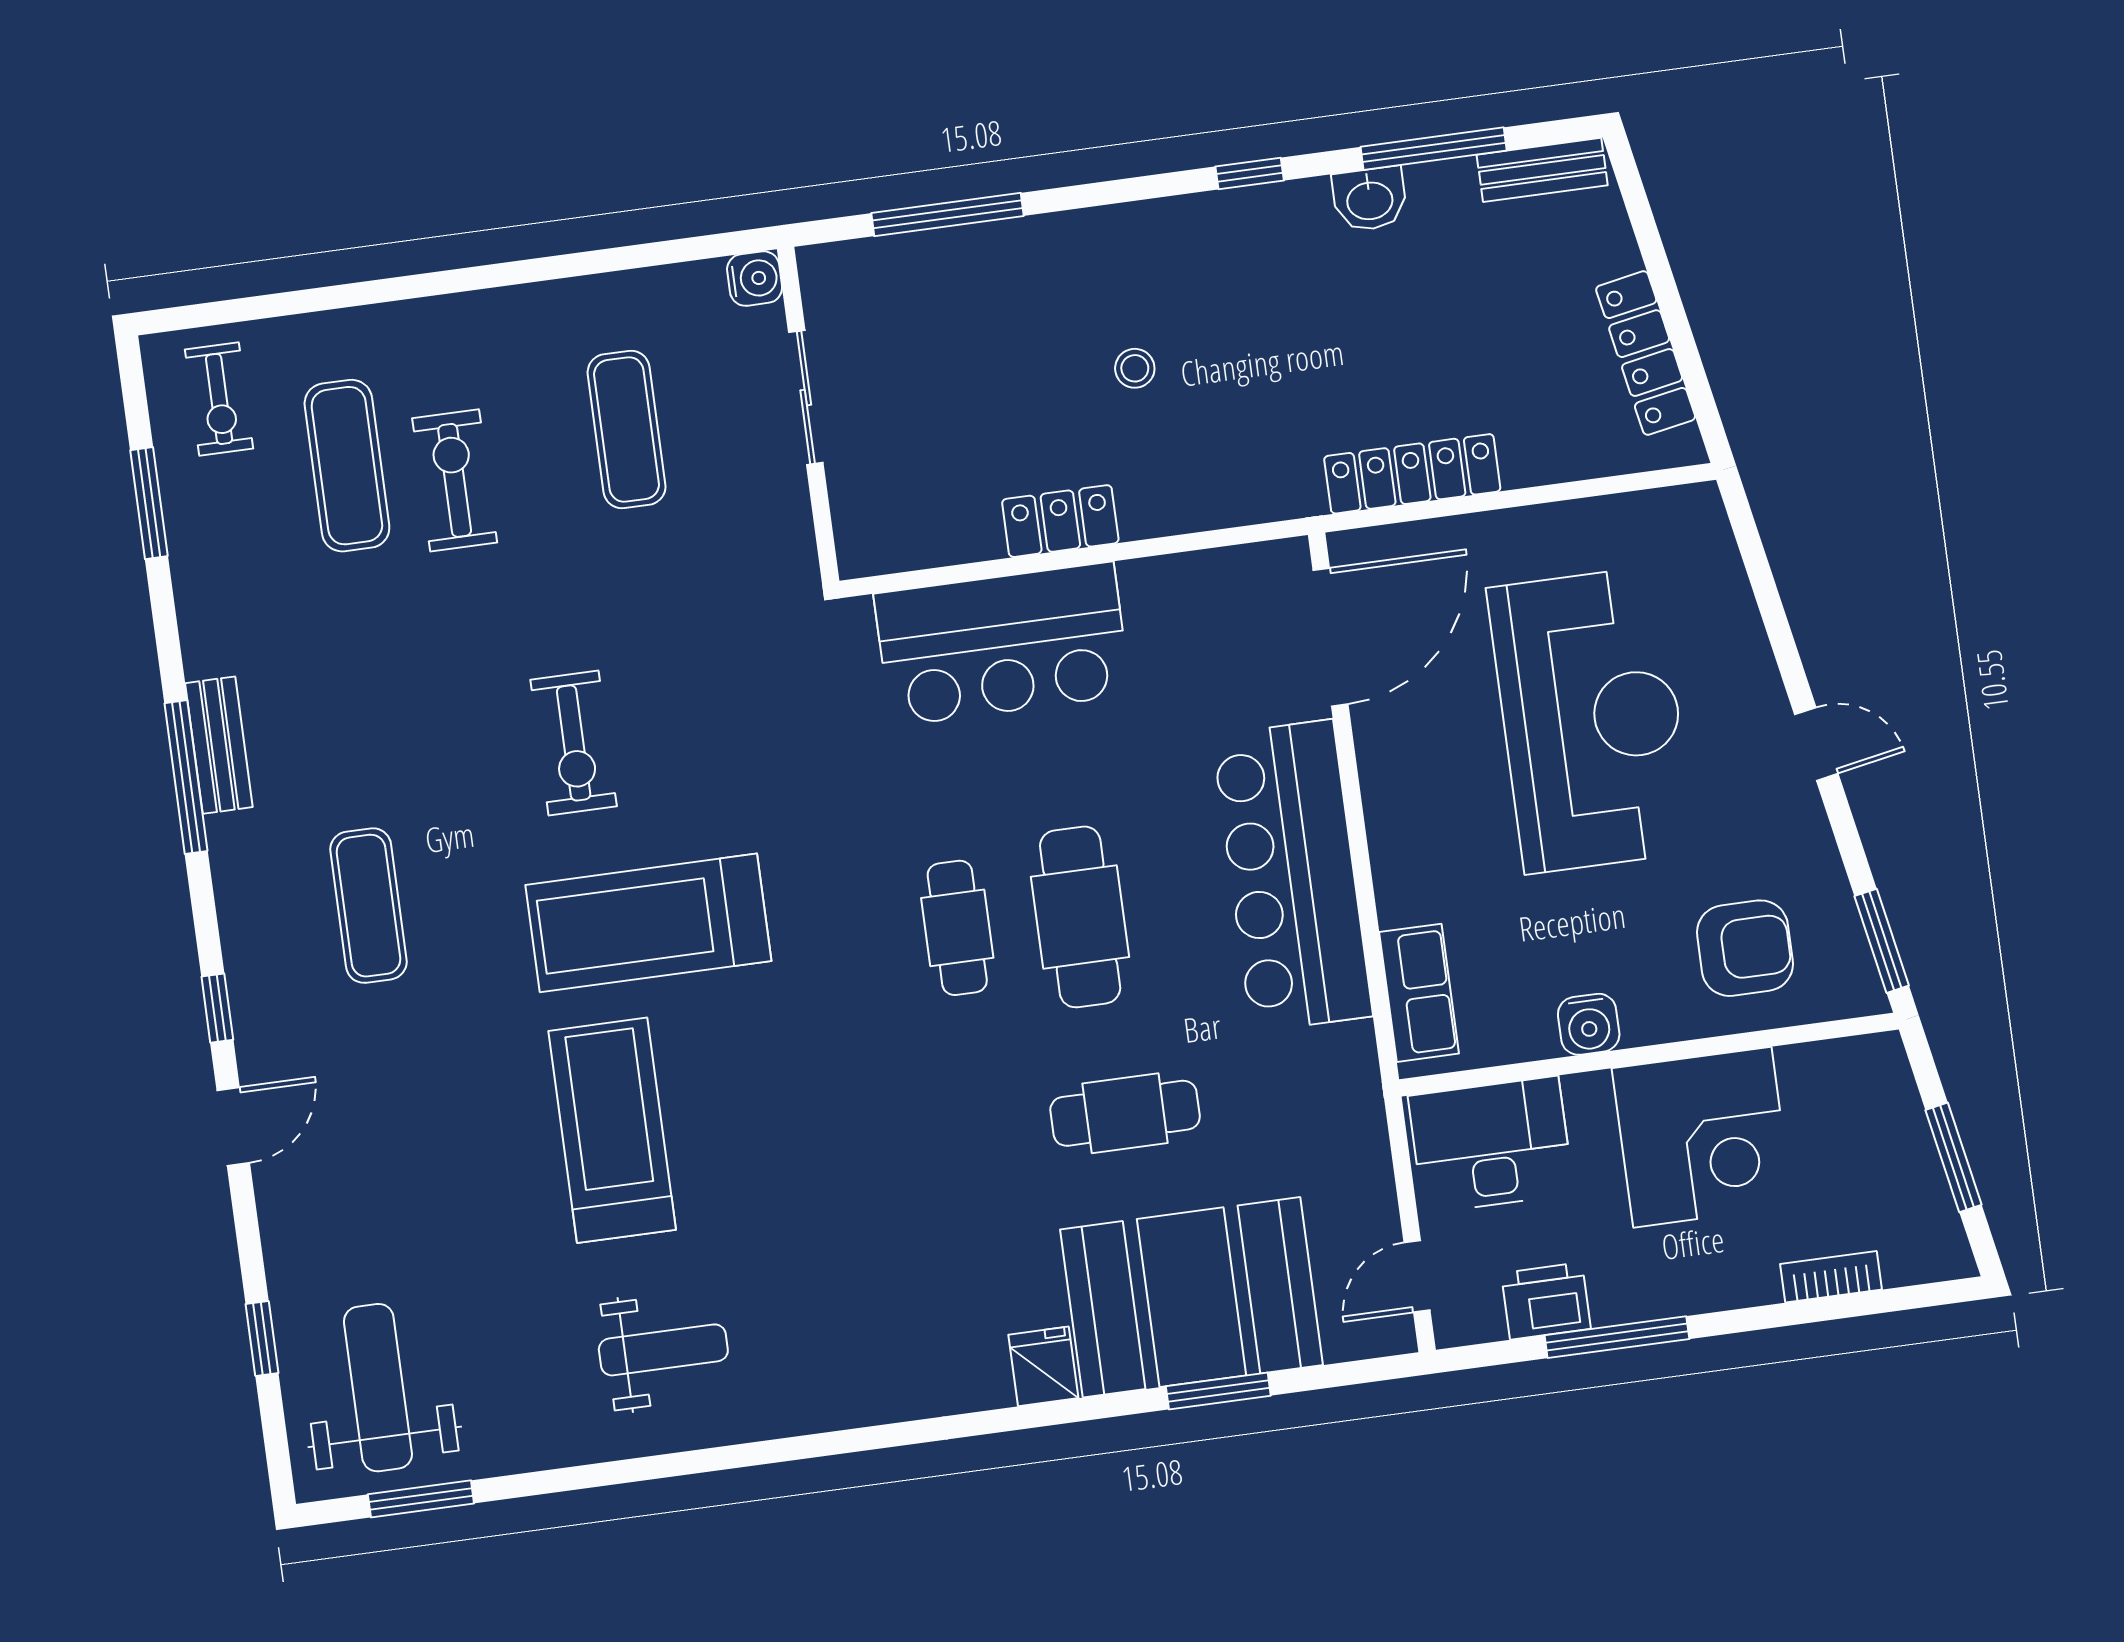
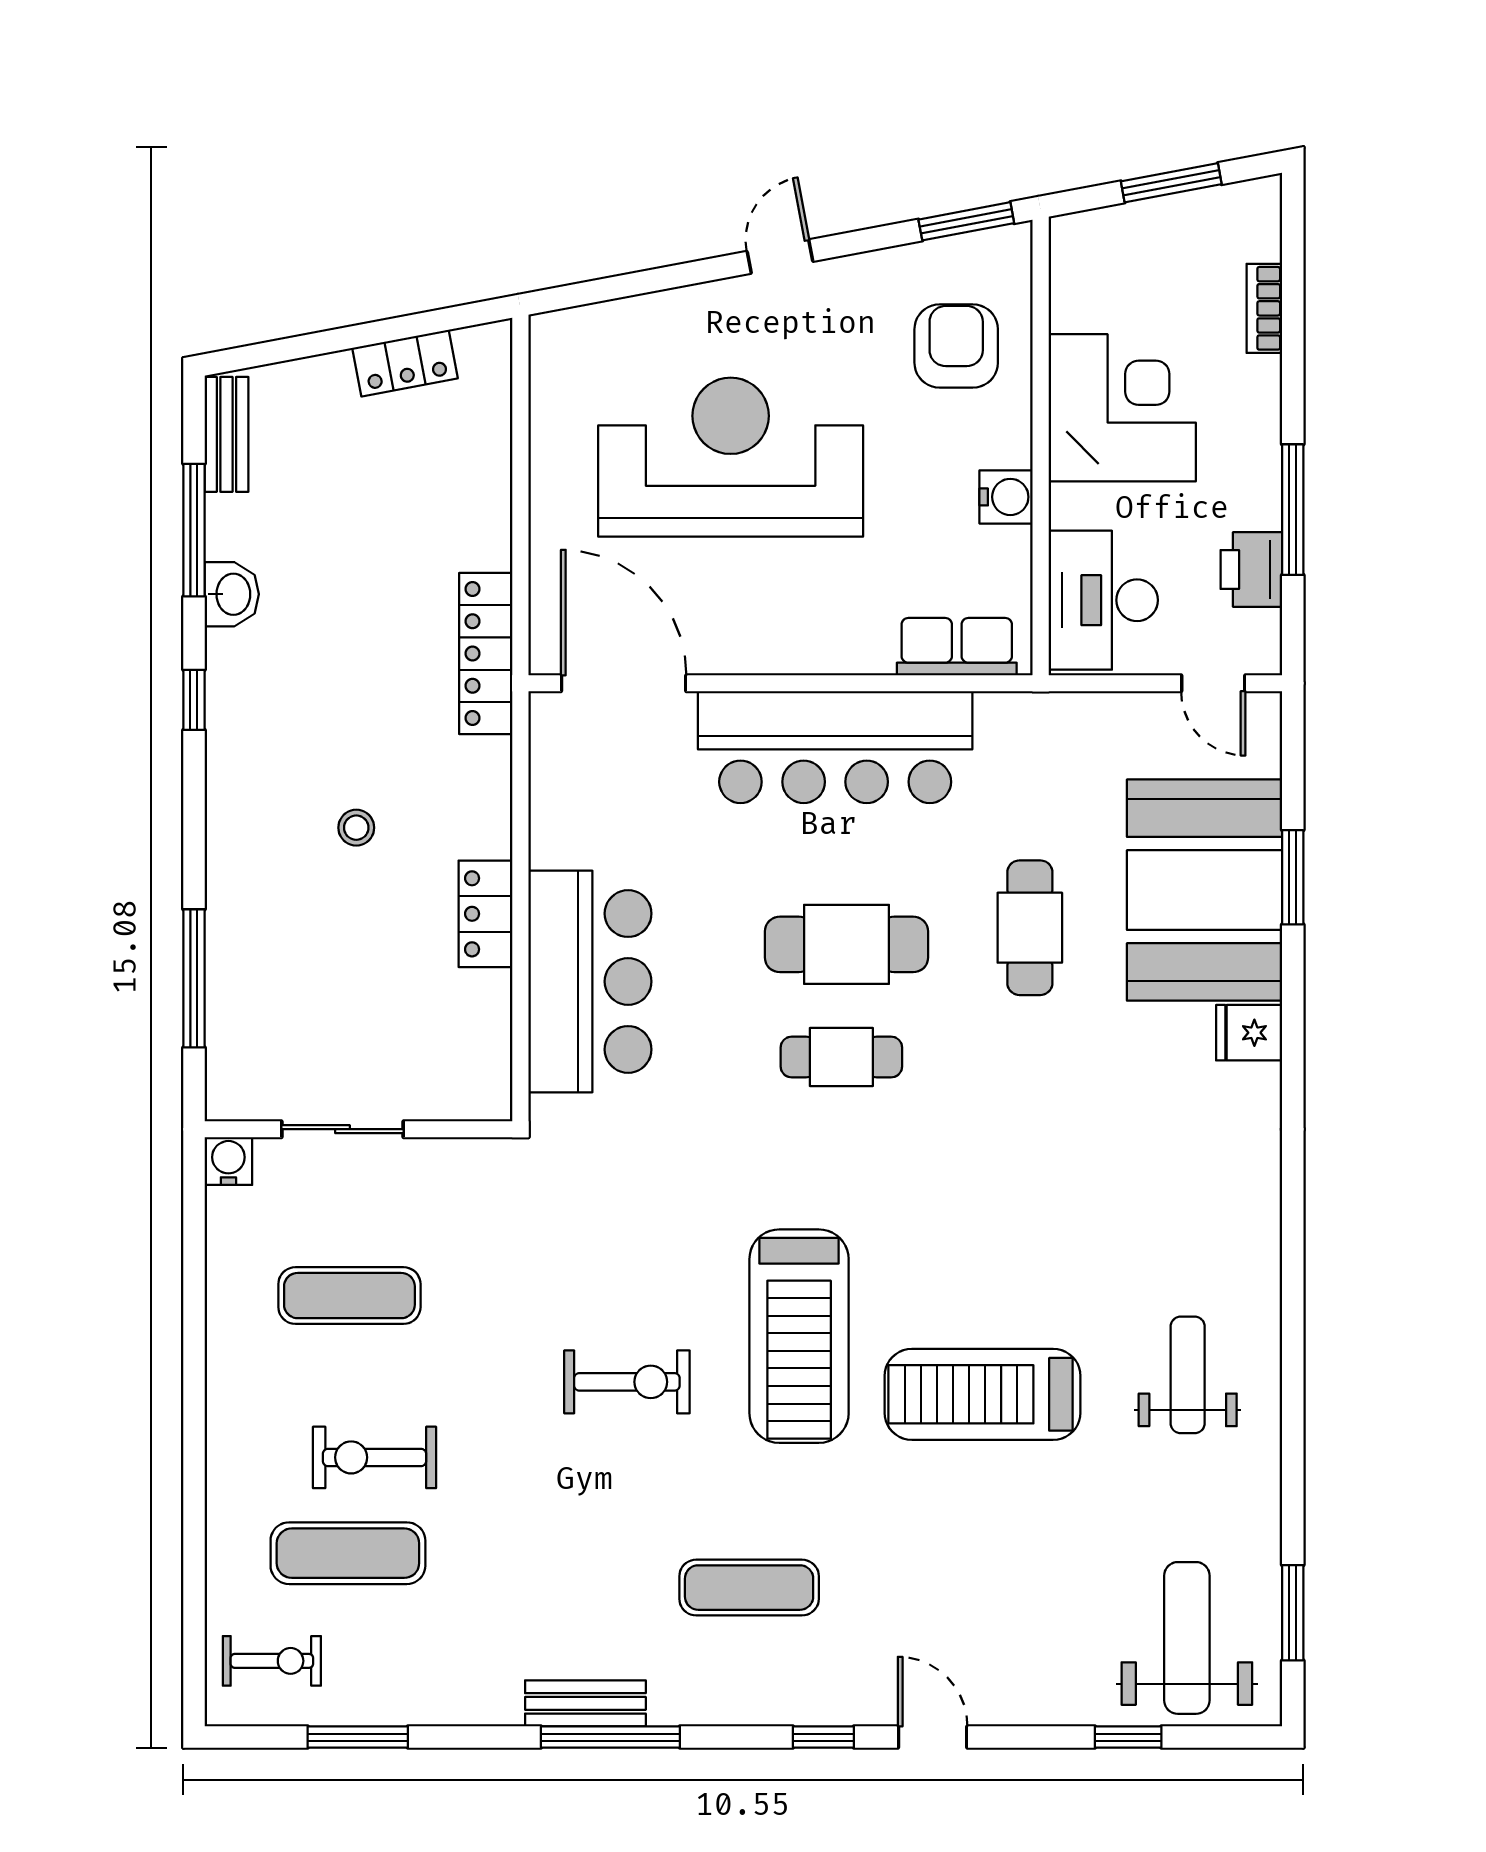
locker: (1646, 353) -> (405, 363), width x0.66
locker: (1412, 474) -> (486, 654), moved
weight bench: (378, 1388) -> (1187, 1638), turned 90

